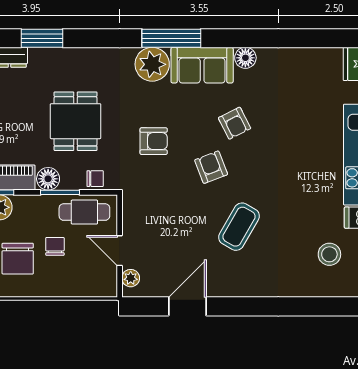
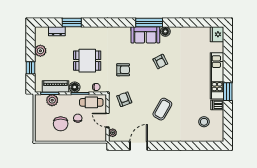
window: (171, 38) -> (149, 22), moved
plant: (152, 64) -> (122, 34), removed
dining table: (76, 121) -> (87, 61), turned 90
armchair: (211, 167) -> (124, 99), moved

